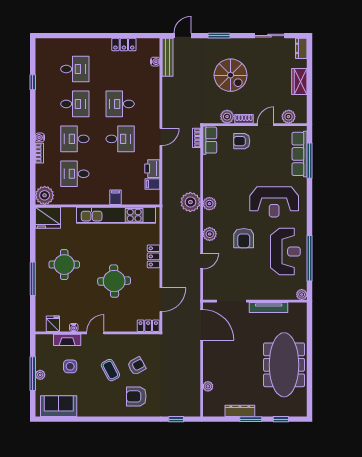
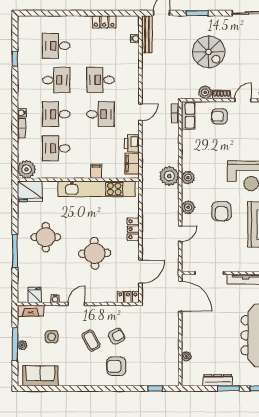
desk: (75, 69) -> (56, 46), turned 180
filing cabinet: (152, 184) -> (132, 164), width x2.00
fireplace: (67, 340) -> (31, 311), moved

